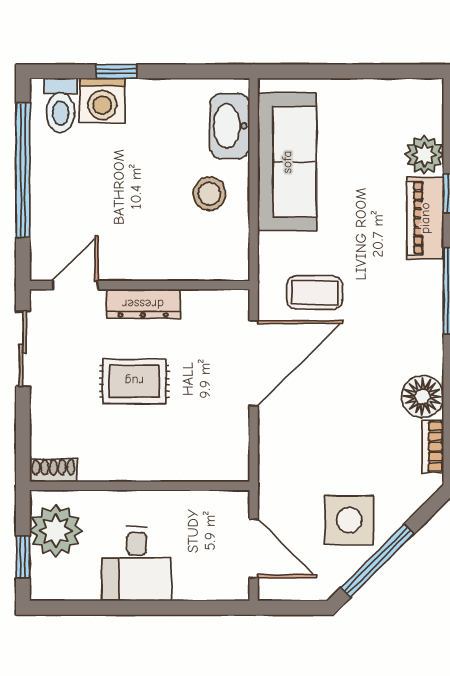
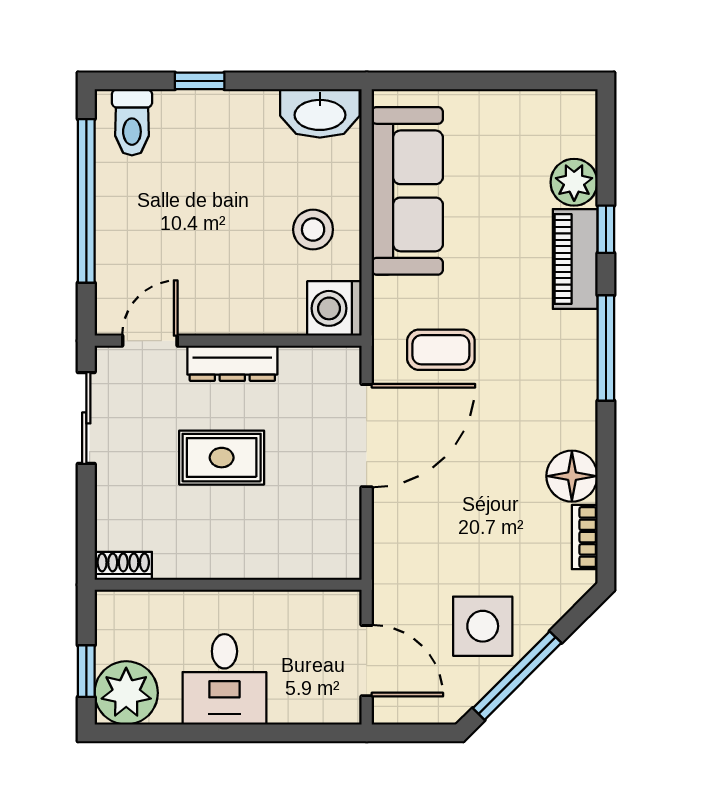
washing machine: (102, 101) -> (334, 308), moved, turned 90
washbasin: (230, 126) -> (320, 113), moved, turned -90
plant: (56, 531) -> (126, 693), moved

